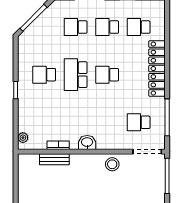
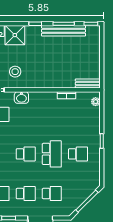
washbasin: (87, 143) -> (21, 98), moved
bench: (54, 159) -> (88, 84), moved
stool: (112, 164) -> (15, 72), moved

